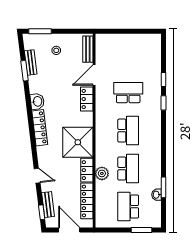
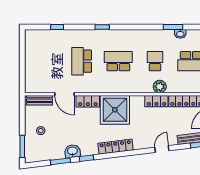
bench: (31, 62) -> (52, 155), removed
window: (163, 80) -> (57, 27), moved
window: (28, 98) -> (86, 158), added
washbasin: (37, 101) -> (72, 151), moved
window: (163, 103) -> (102, 27), moved
shower: (78, 142) -> (115, 110), moved
school desk: (128, 169) -> (155, 61), width x0.54

